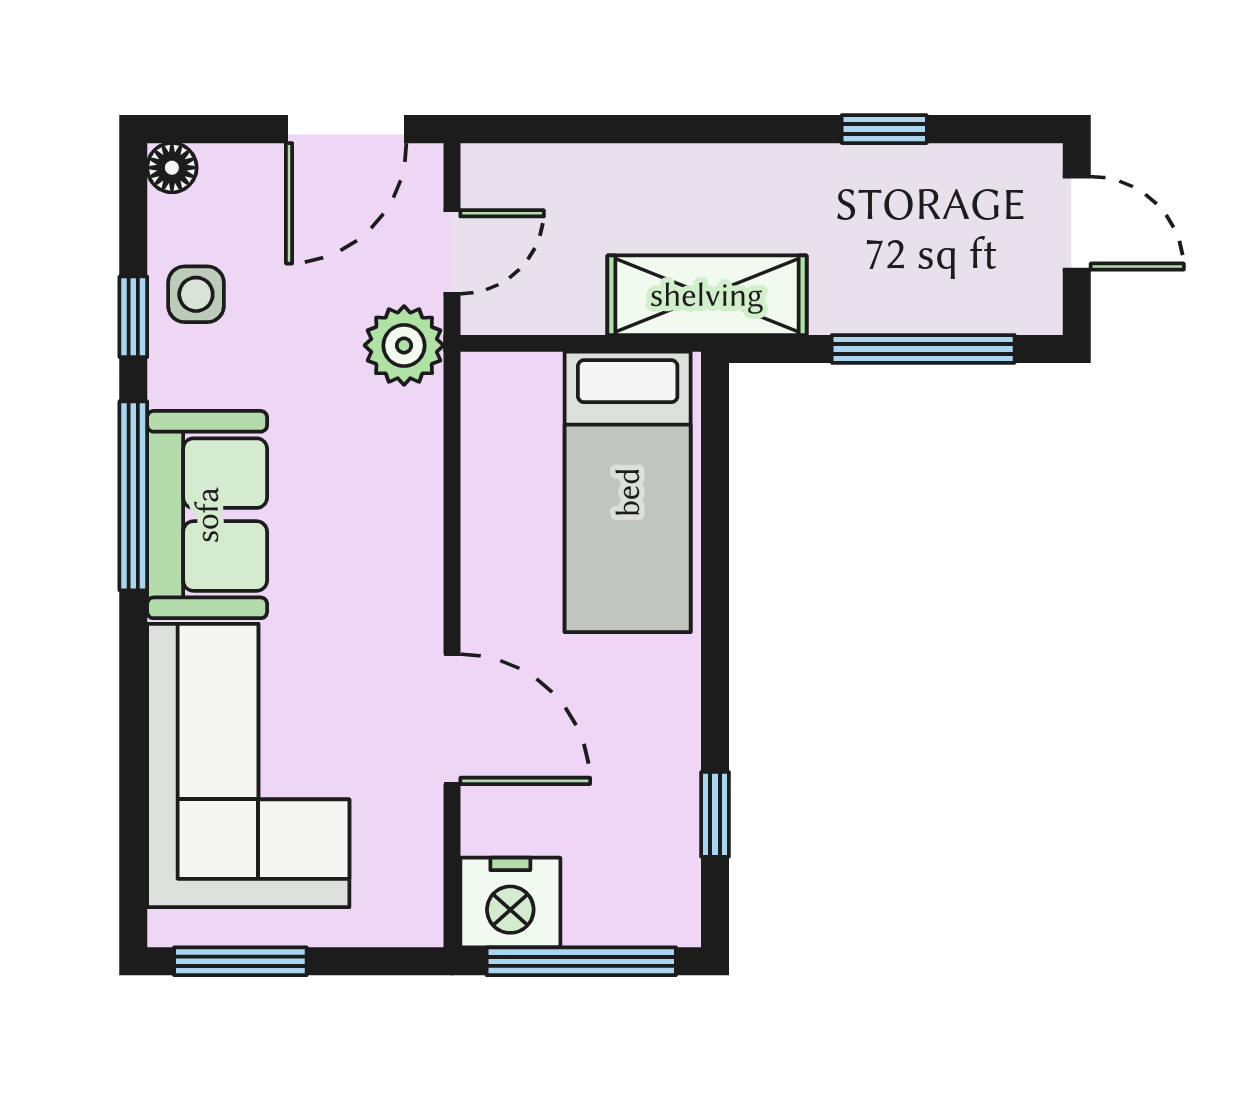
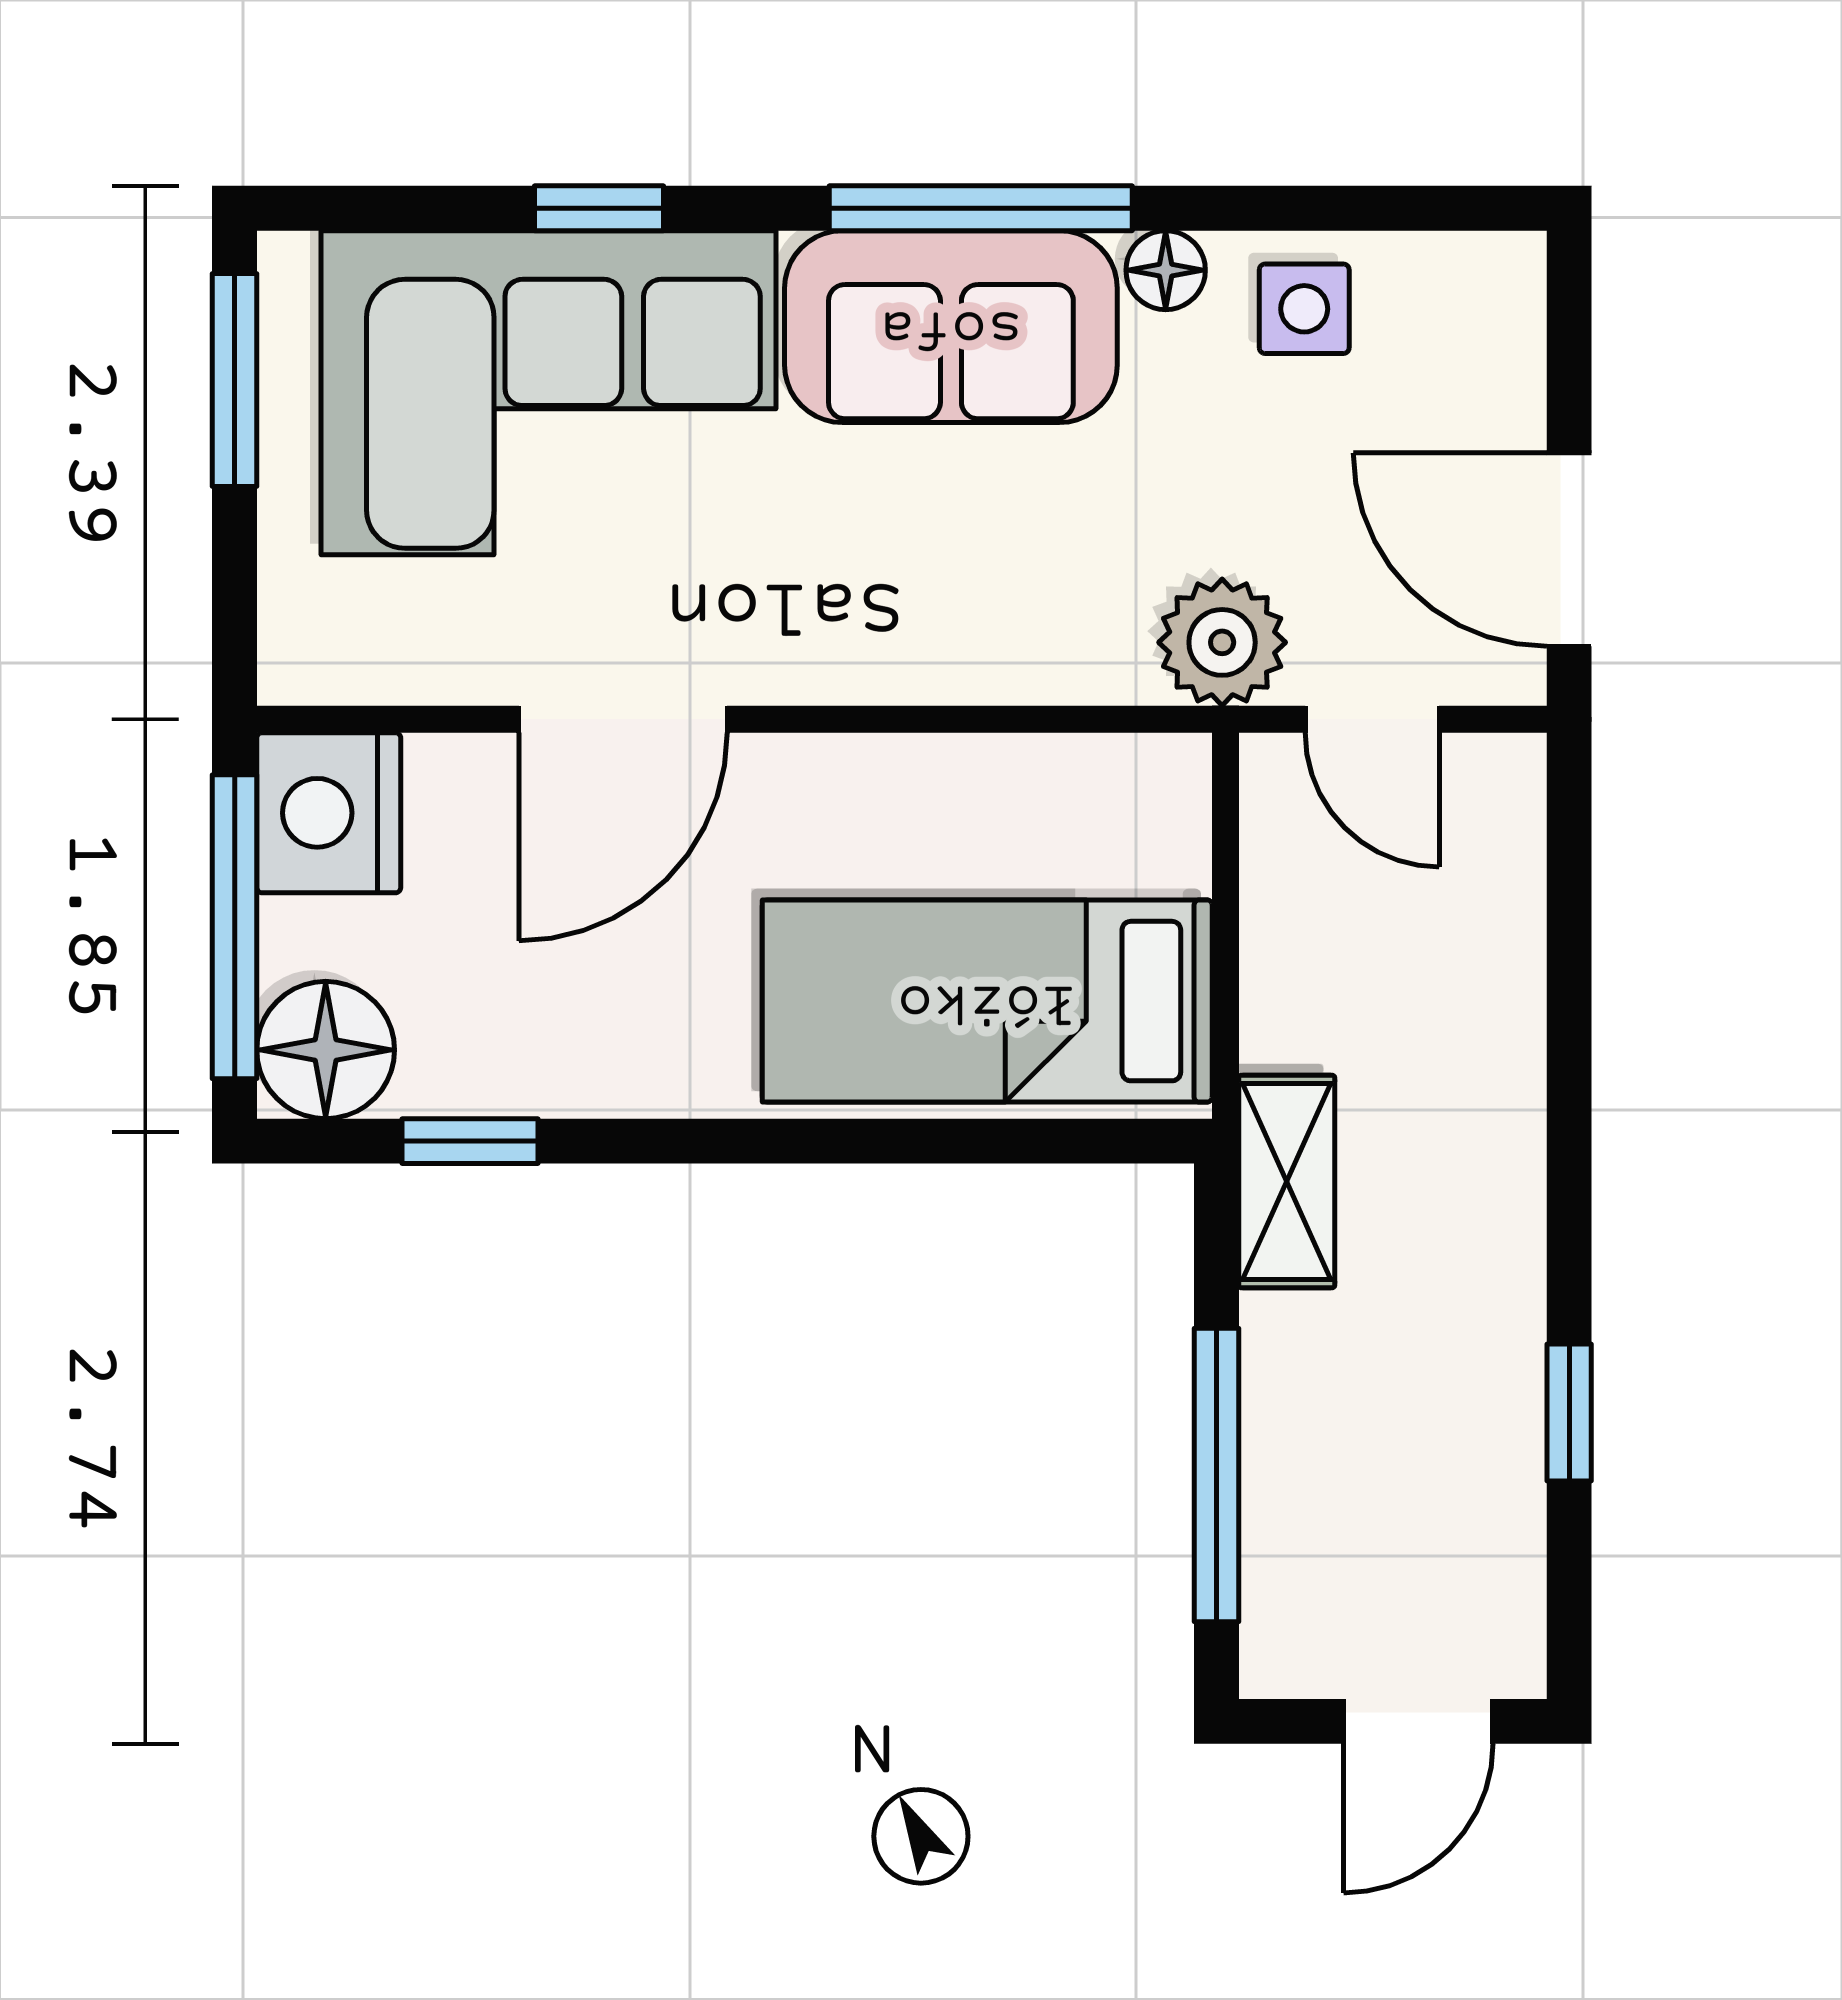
floor lamp: (172, 168) -> (1166, 270), moved
shelving: (707, 295) -> (1287, 1181), width x0.67, depth x0.75
window: (133, 317) -> (599, 208), moved
floor lamp: (658, 904) -> (326, 1050), added

